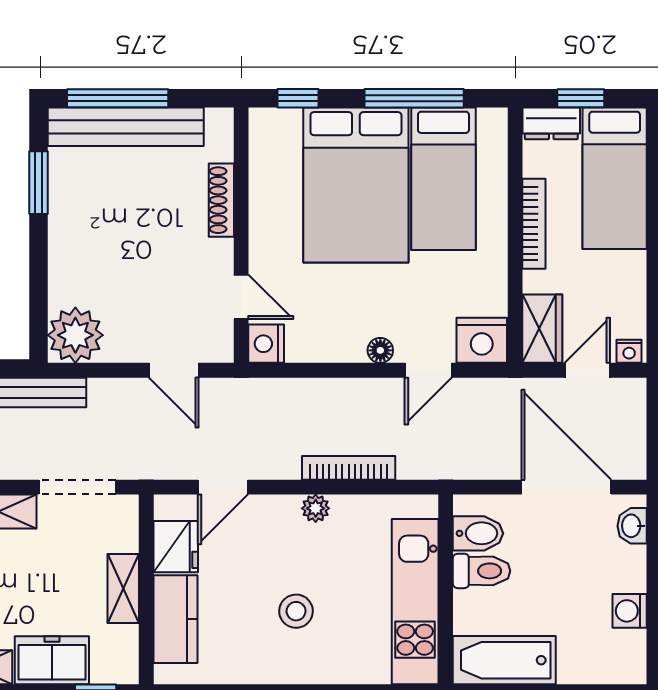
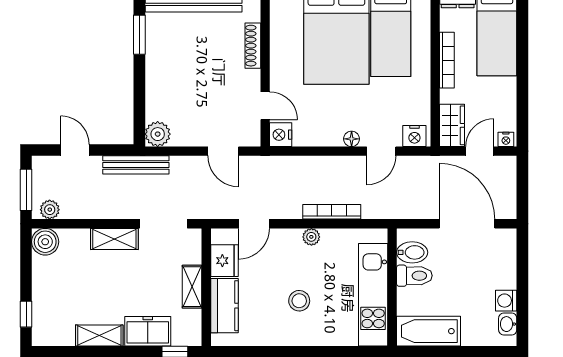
plant: (75, 335) -> (158, 134), width x0.73, depth x0.73
nightstand: (482, 340) -> (414, 136), width x0.74, depth x0.75
washbasin: (632, 526) -> (508, 324), moved

